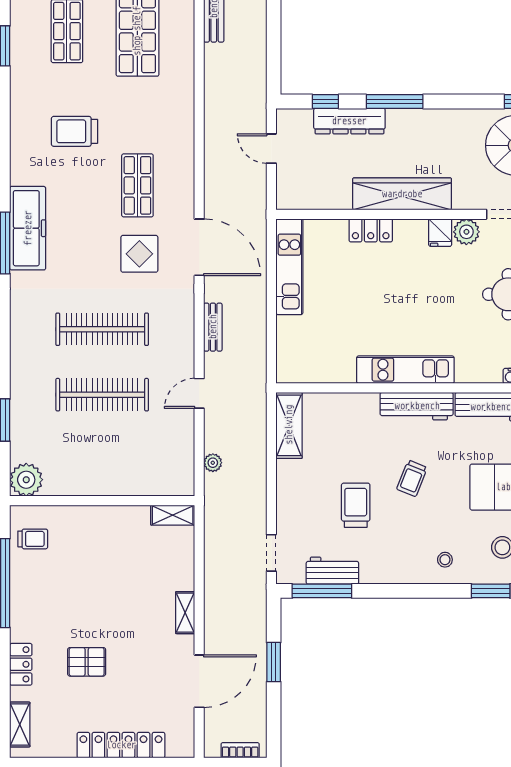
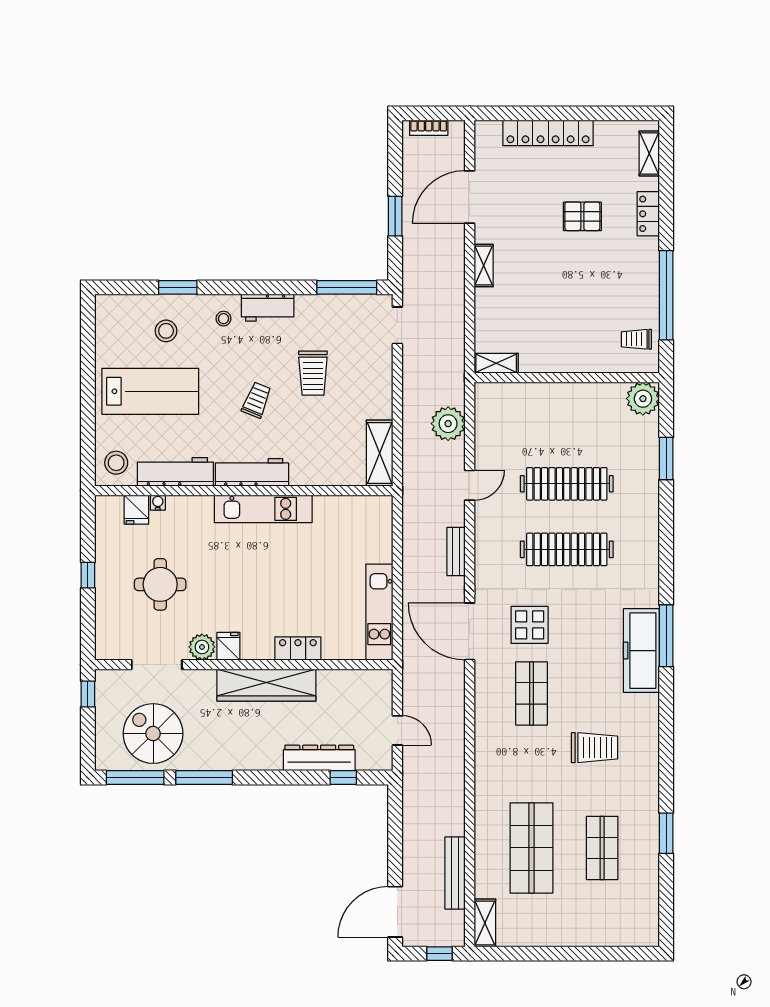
window: (395, 101) -> (204, 777), moved
plant: (213, 463) -> (448, 424), width x1.88, depth x1.88
workbench: (332, 571) -> (268, 308), moved

